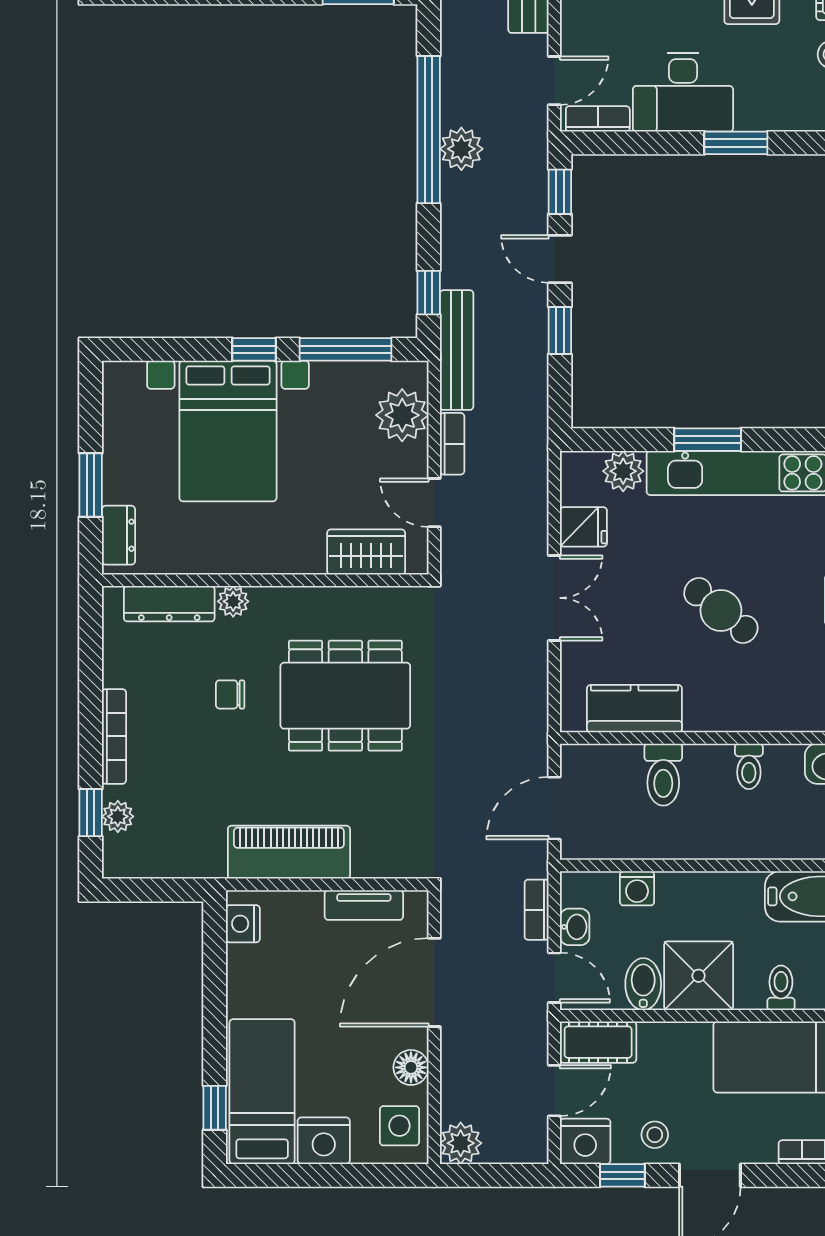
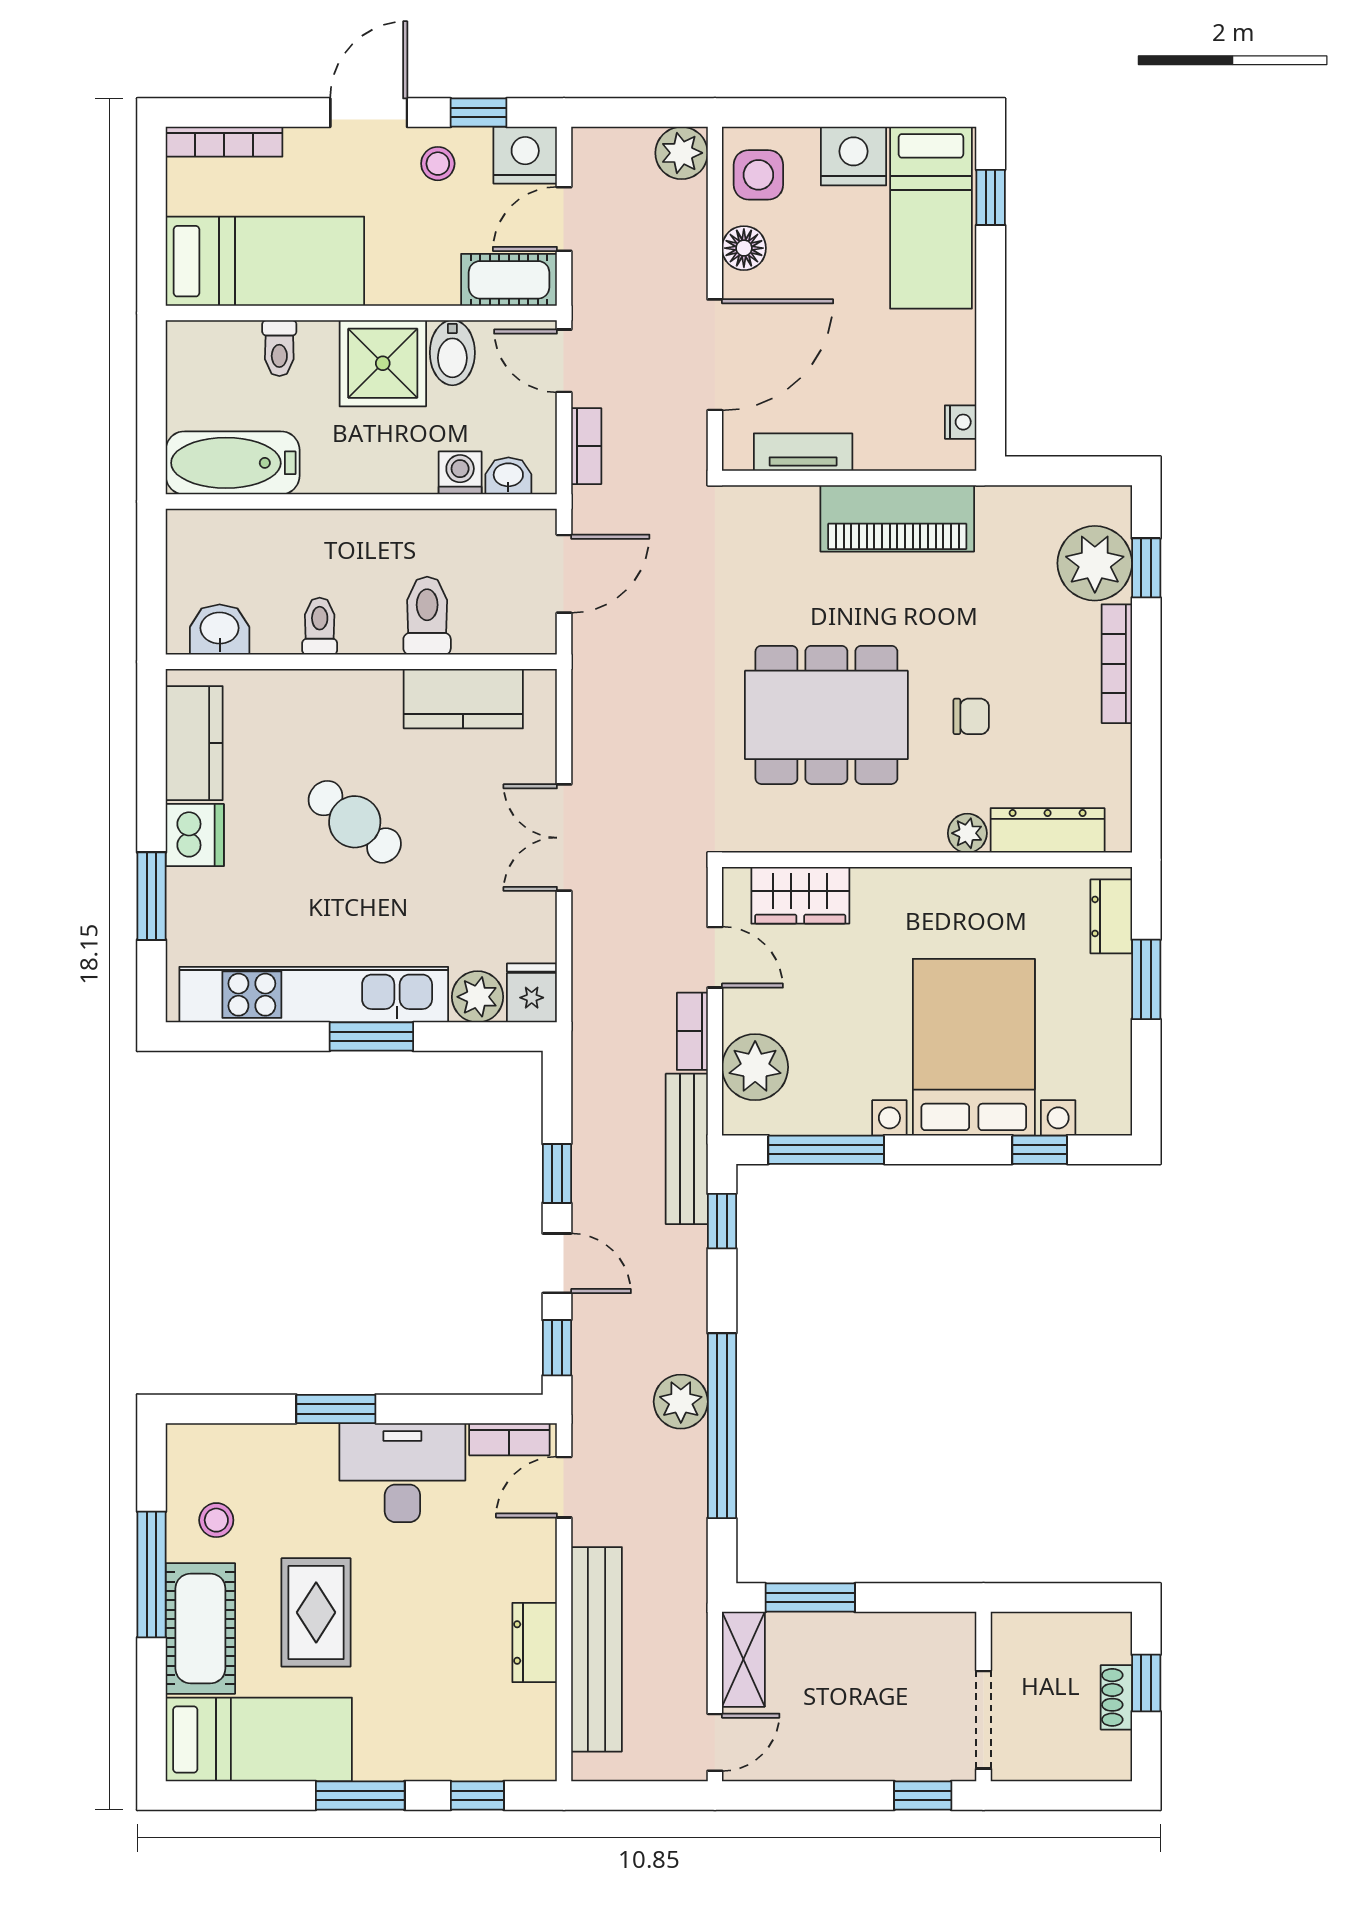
window: (254, 349) -> (1040, 1150), moved
fridge: (583, 527) -> (532, 993), moved, turned 90
plant: (118, 816) -> (1095, 563), width x1.88, depth x1.88
nightstand: (243, 924) -> (961, 422), width x0.72, depth x0.74
washbasin: (575, 927) -> (508, 476), moved, turned 90

